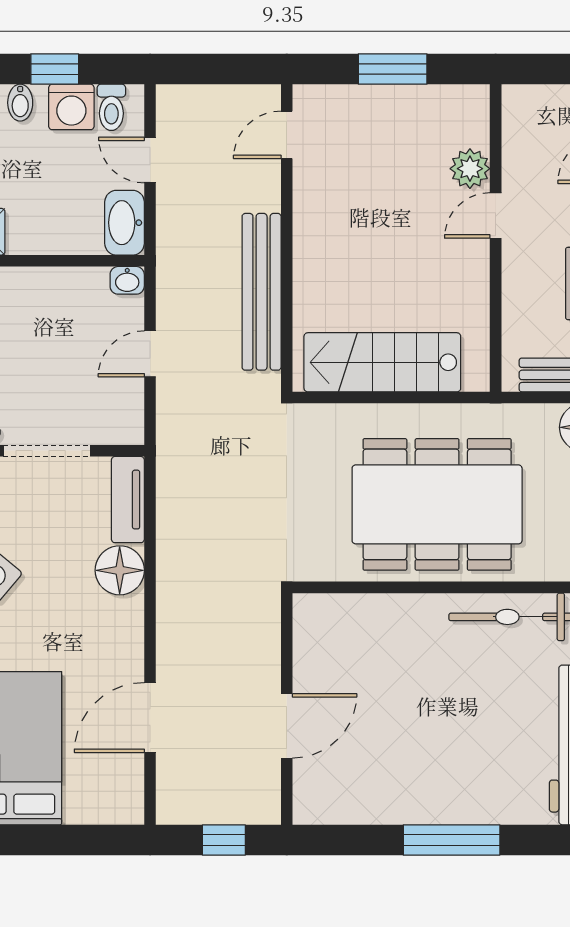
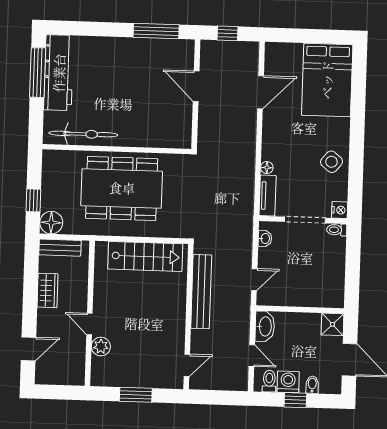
door: (496, 215) -> (89, 324), swing flipped
washbasin: (127, 280) -> (265, 238), moved, turned 90
door: (150, 354) -> (254, 280), moved
floor lamp: (120, 570) -> (267, 168), width x0.53, depth x0.53
door: (287, 726) -> (196, 86), hinge flipped
window: (452, 840) -> (156, 31), moved

